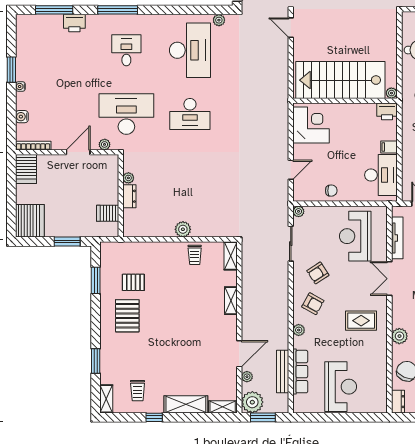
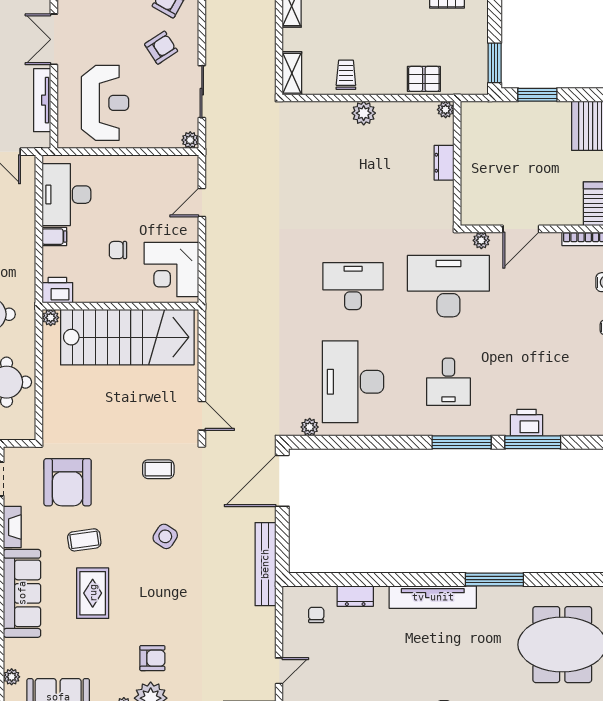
window: (54, 10) -> (533, 442), moved
desk: (126, 114) -> (448, 286), turned 180
plant: (128, 178) -> (446, 110), moved
chair: (331, 191) -> (118, 250), moved
server rack: (108, 213) -> (477, 137), removed
double door: (389, 279) -> (54, 39), swing flipped
window: (96, 280) -> (495, 63), moved
pallet: (133, 282) -> (424, 79), moved

